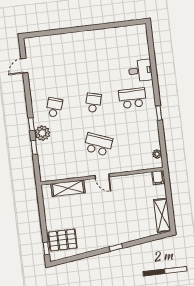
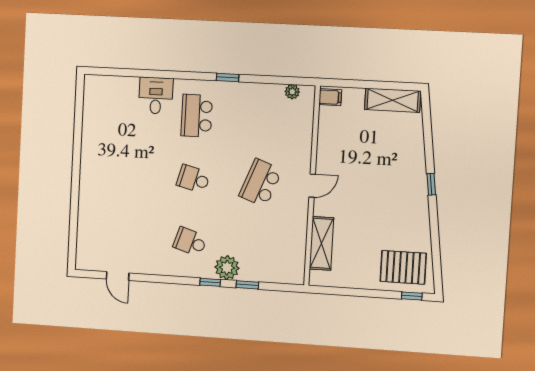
pallet: (63, 240) -> (403, 267), turned 90

